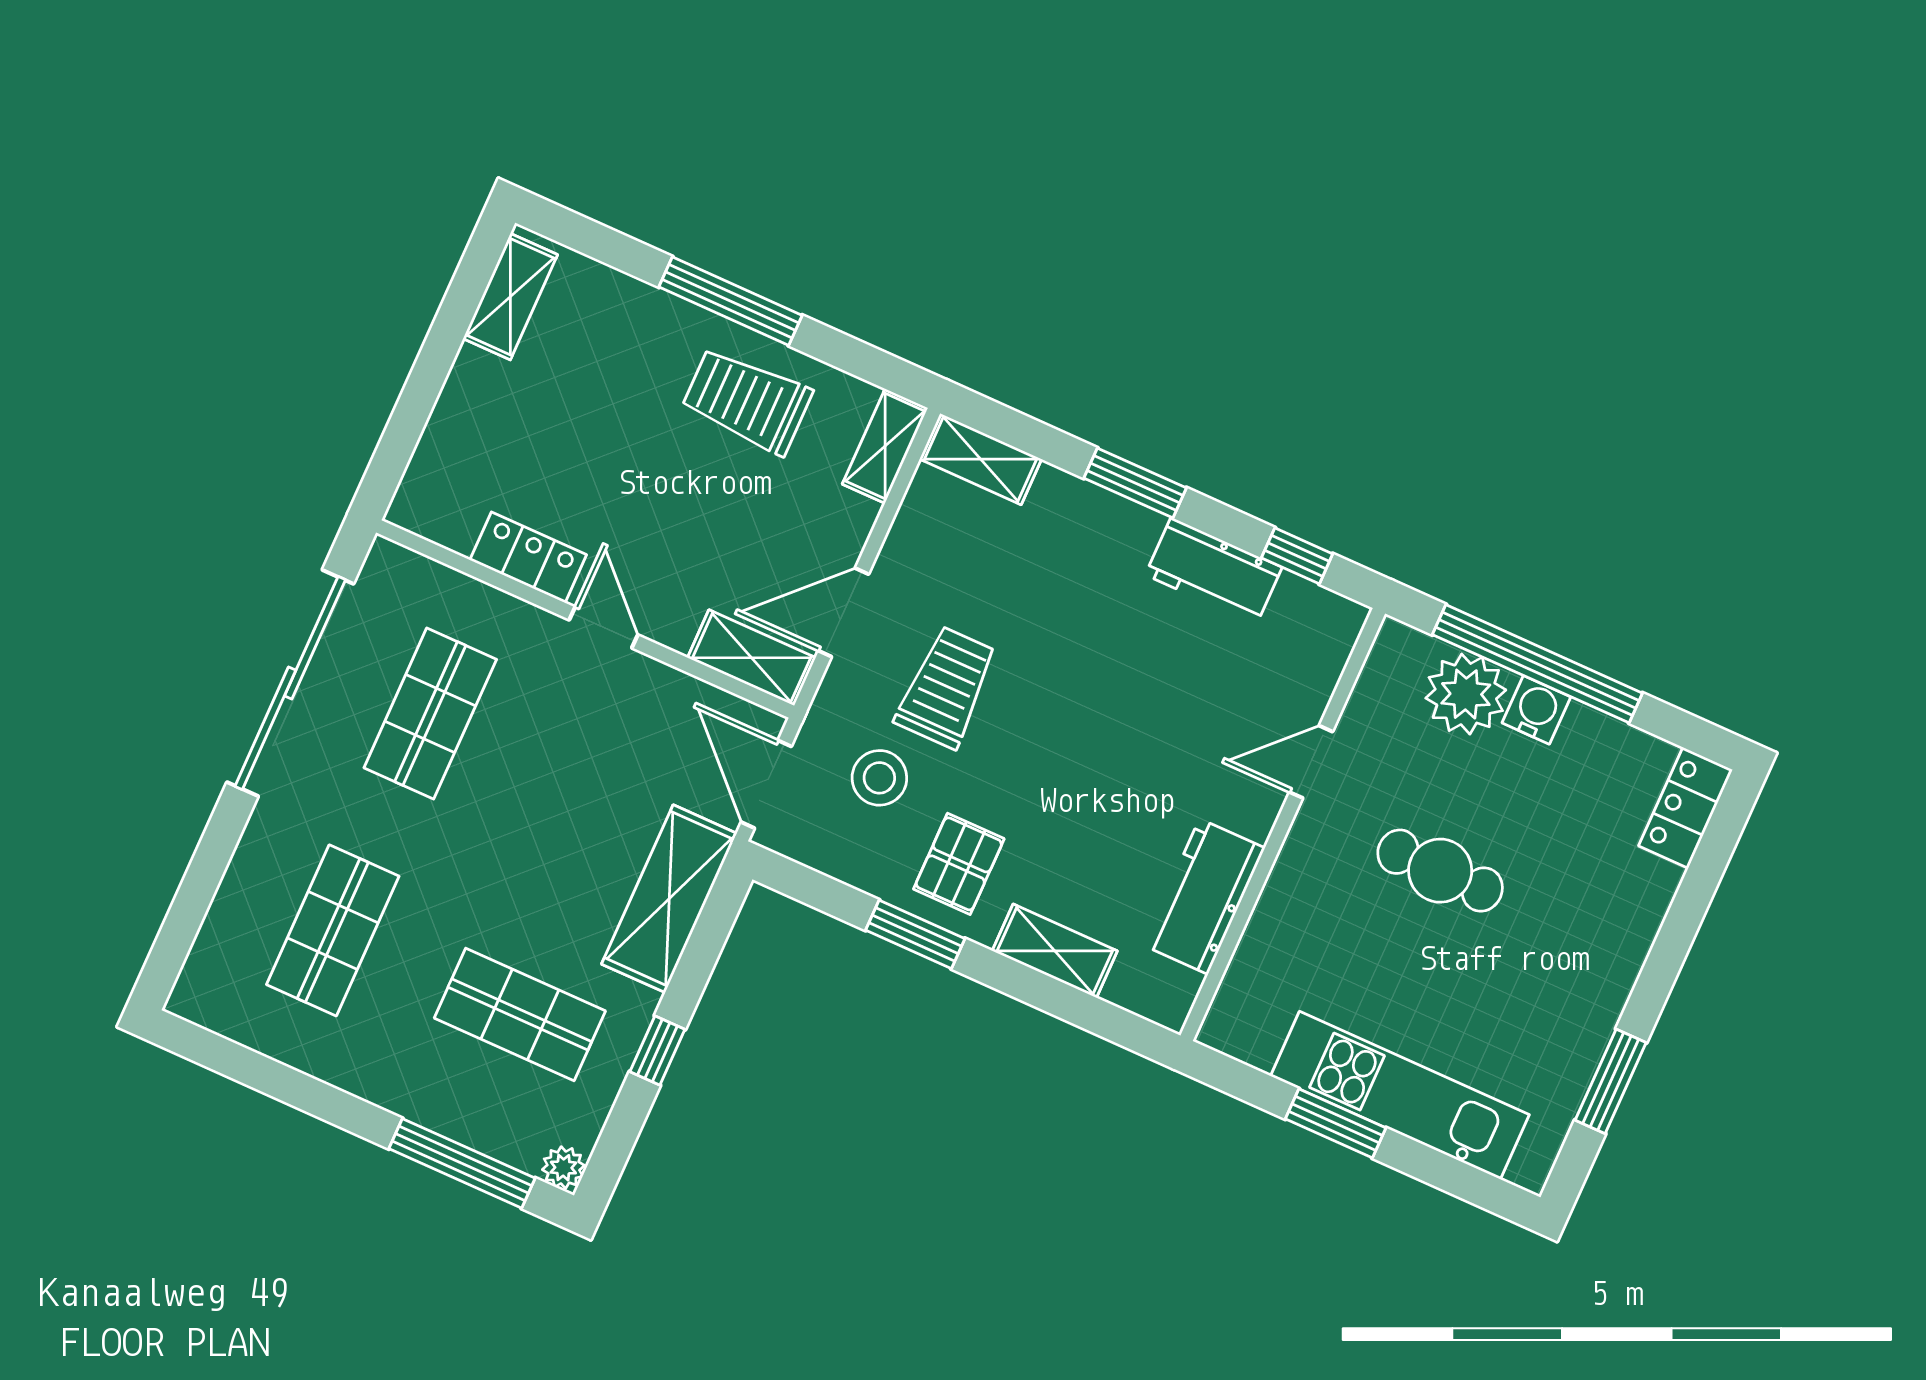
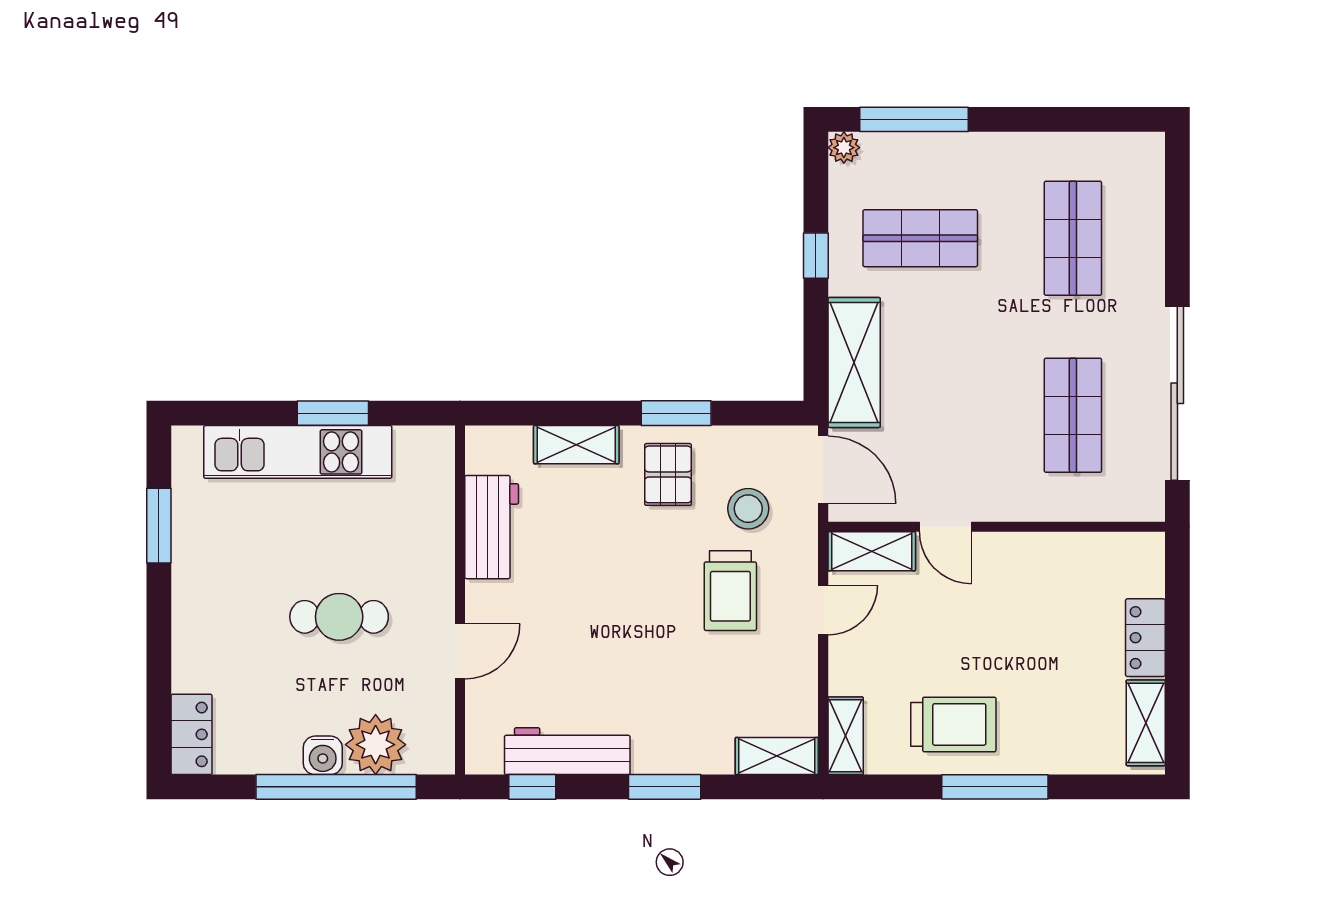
locker: (528, 557) -> (1145, 638), moved, turned 90
workbench: (1214, 571) -> (567, 751), width x1.38
door: (843, 612) -> (823, 610), width x0.73
door: (604, 627) -> (945, 527), moved

